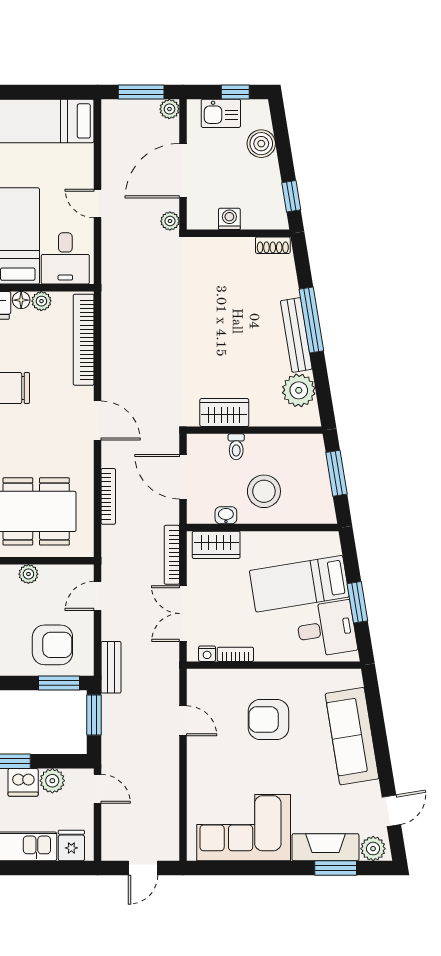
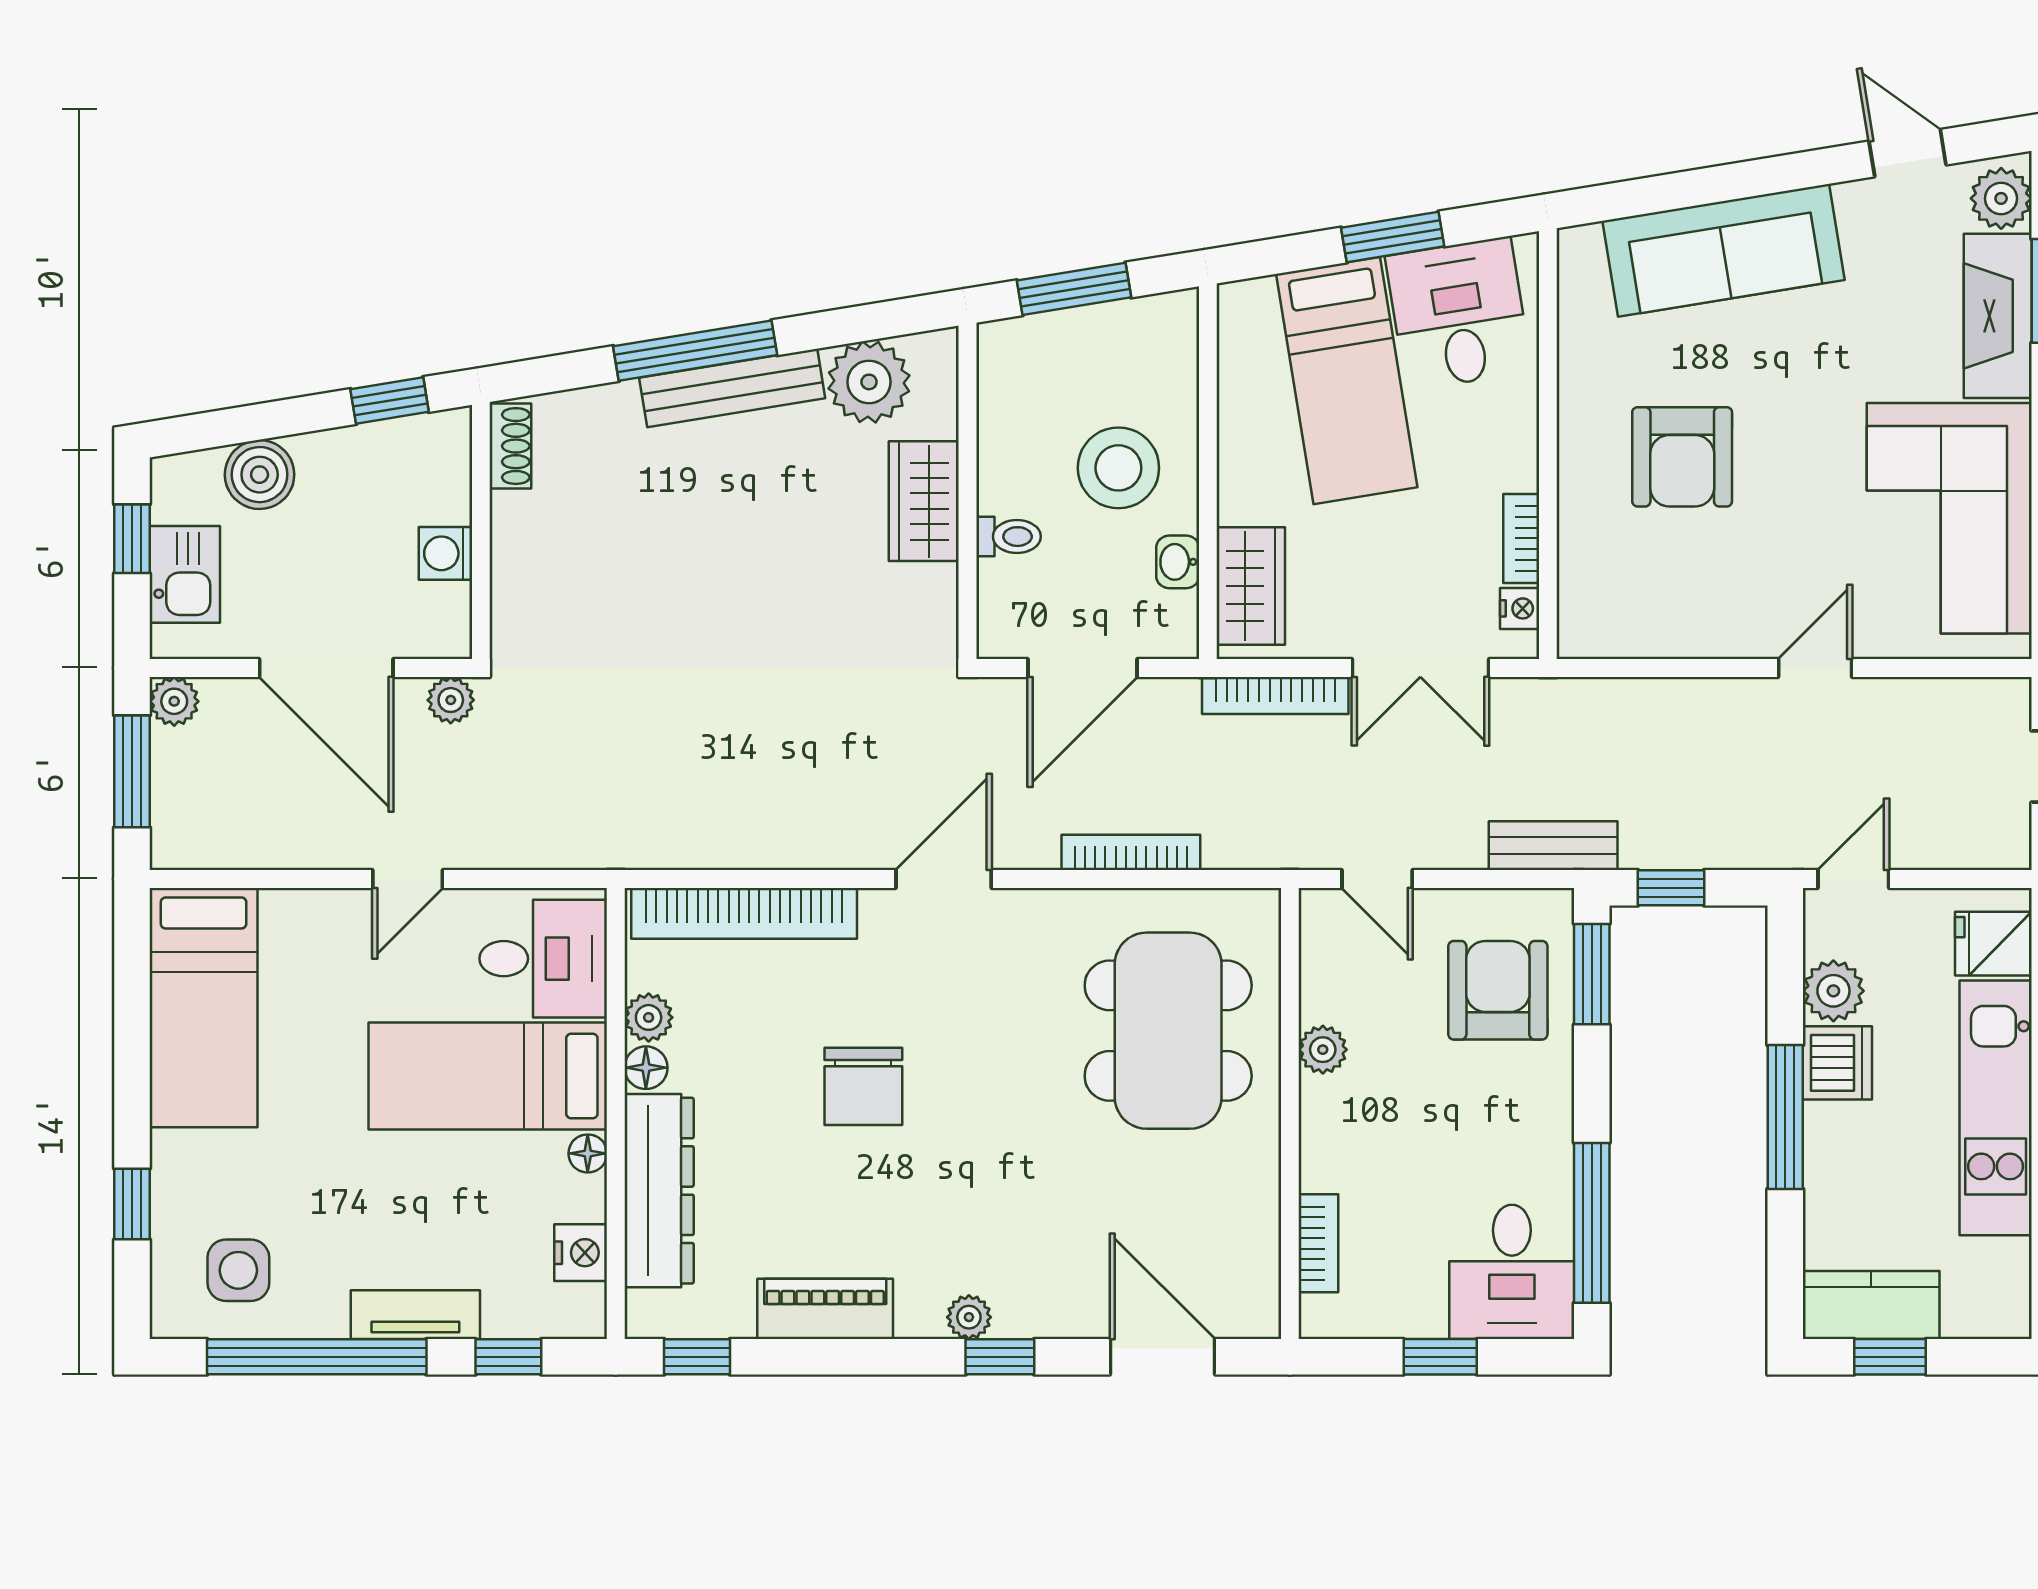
wardrobe: (224, 413) -> (924, 501), moved
window: (94, 715) -> (1671, 888), width x0.67
door: (183, 721) -> (1815, 668), moved

